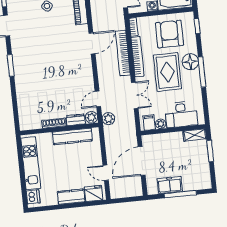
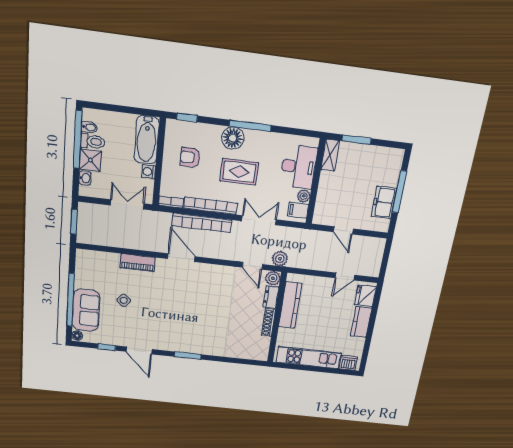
armchair: (169, 34) -> (190, 157), width x0.53, depth x0.53
rug: (167, 72) -> (239, 172), width x0.73, depth x0.70
door: (142, 161) -> (343, 230), width x0.53

